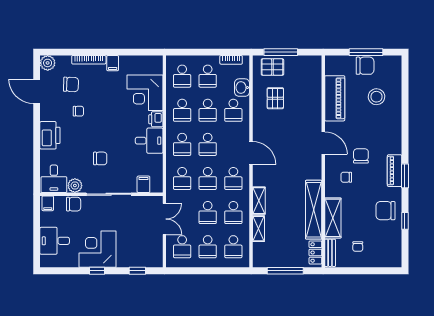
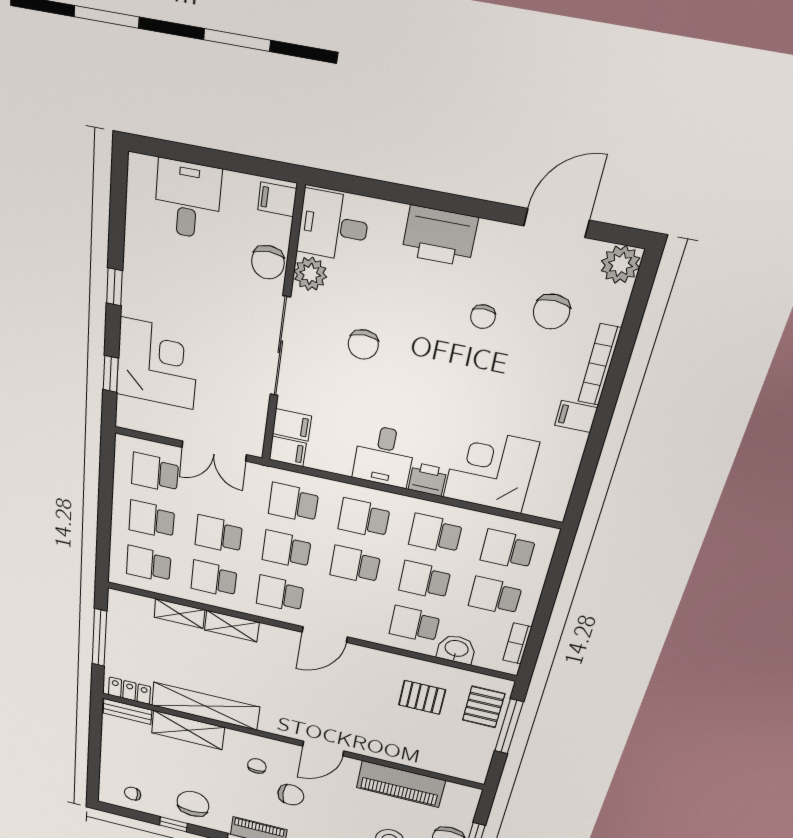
filing cabinet: (157, 185) -> (288, 451), added
chair: (358, 246) -> (133, 794), moved
corner desk: (97, 249) -> (157, 364), moved

